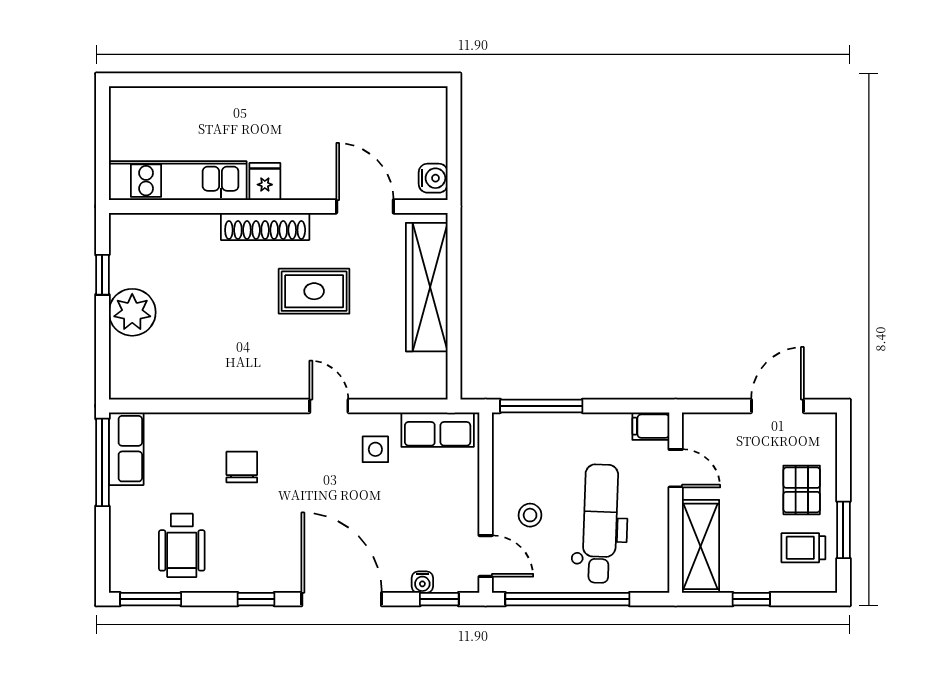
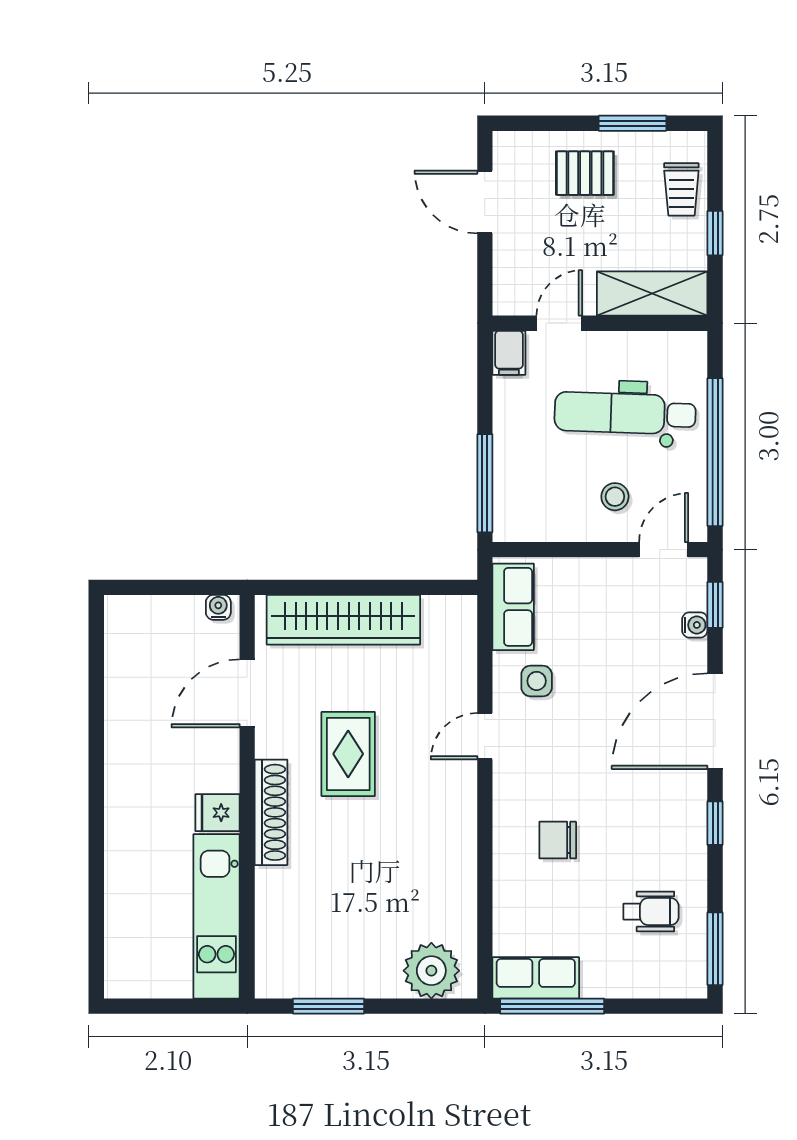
water cooler: (433, 178) -> (218, 607), width x0.72, depth x0.72
window: (102, 275) -> (328, 1006), width x1.50
plant: (132, 312) -> (431, 971), moved
wheelchair: (182, 545) -> (651, 912), width x0.73, depth x0.73
trolley: (803, 548) -> (681, 189), moved

